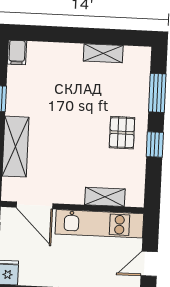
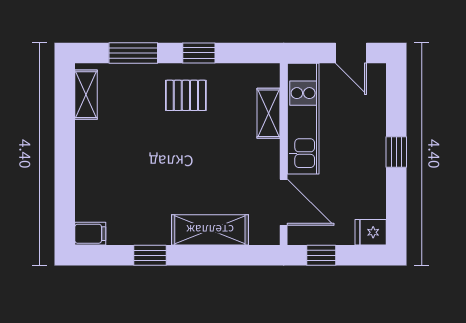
shelving: (103, 53) -> (86, 95), moved
door: (35, 205) -> (284, 202), hinge flipped

